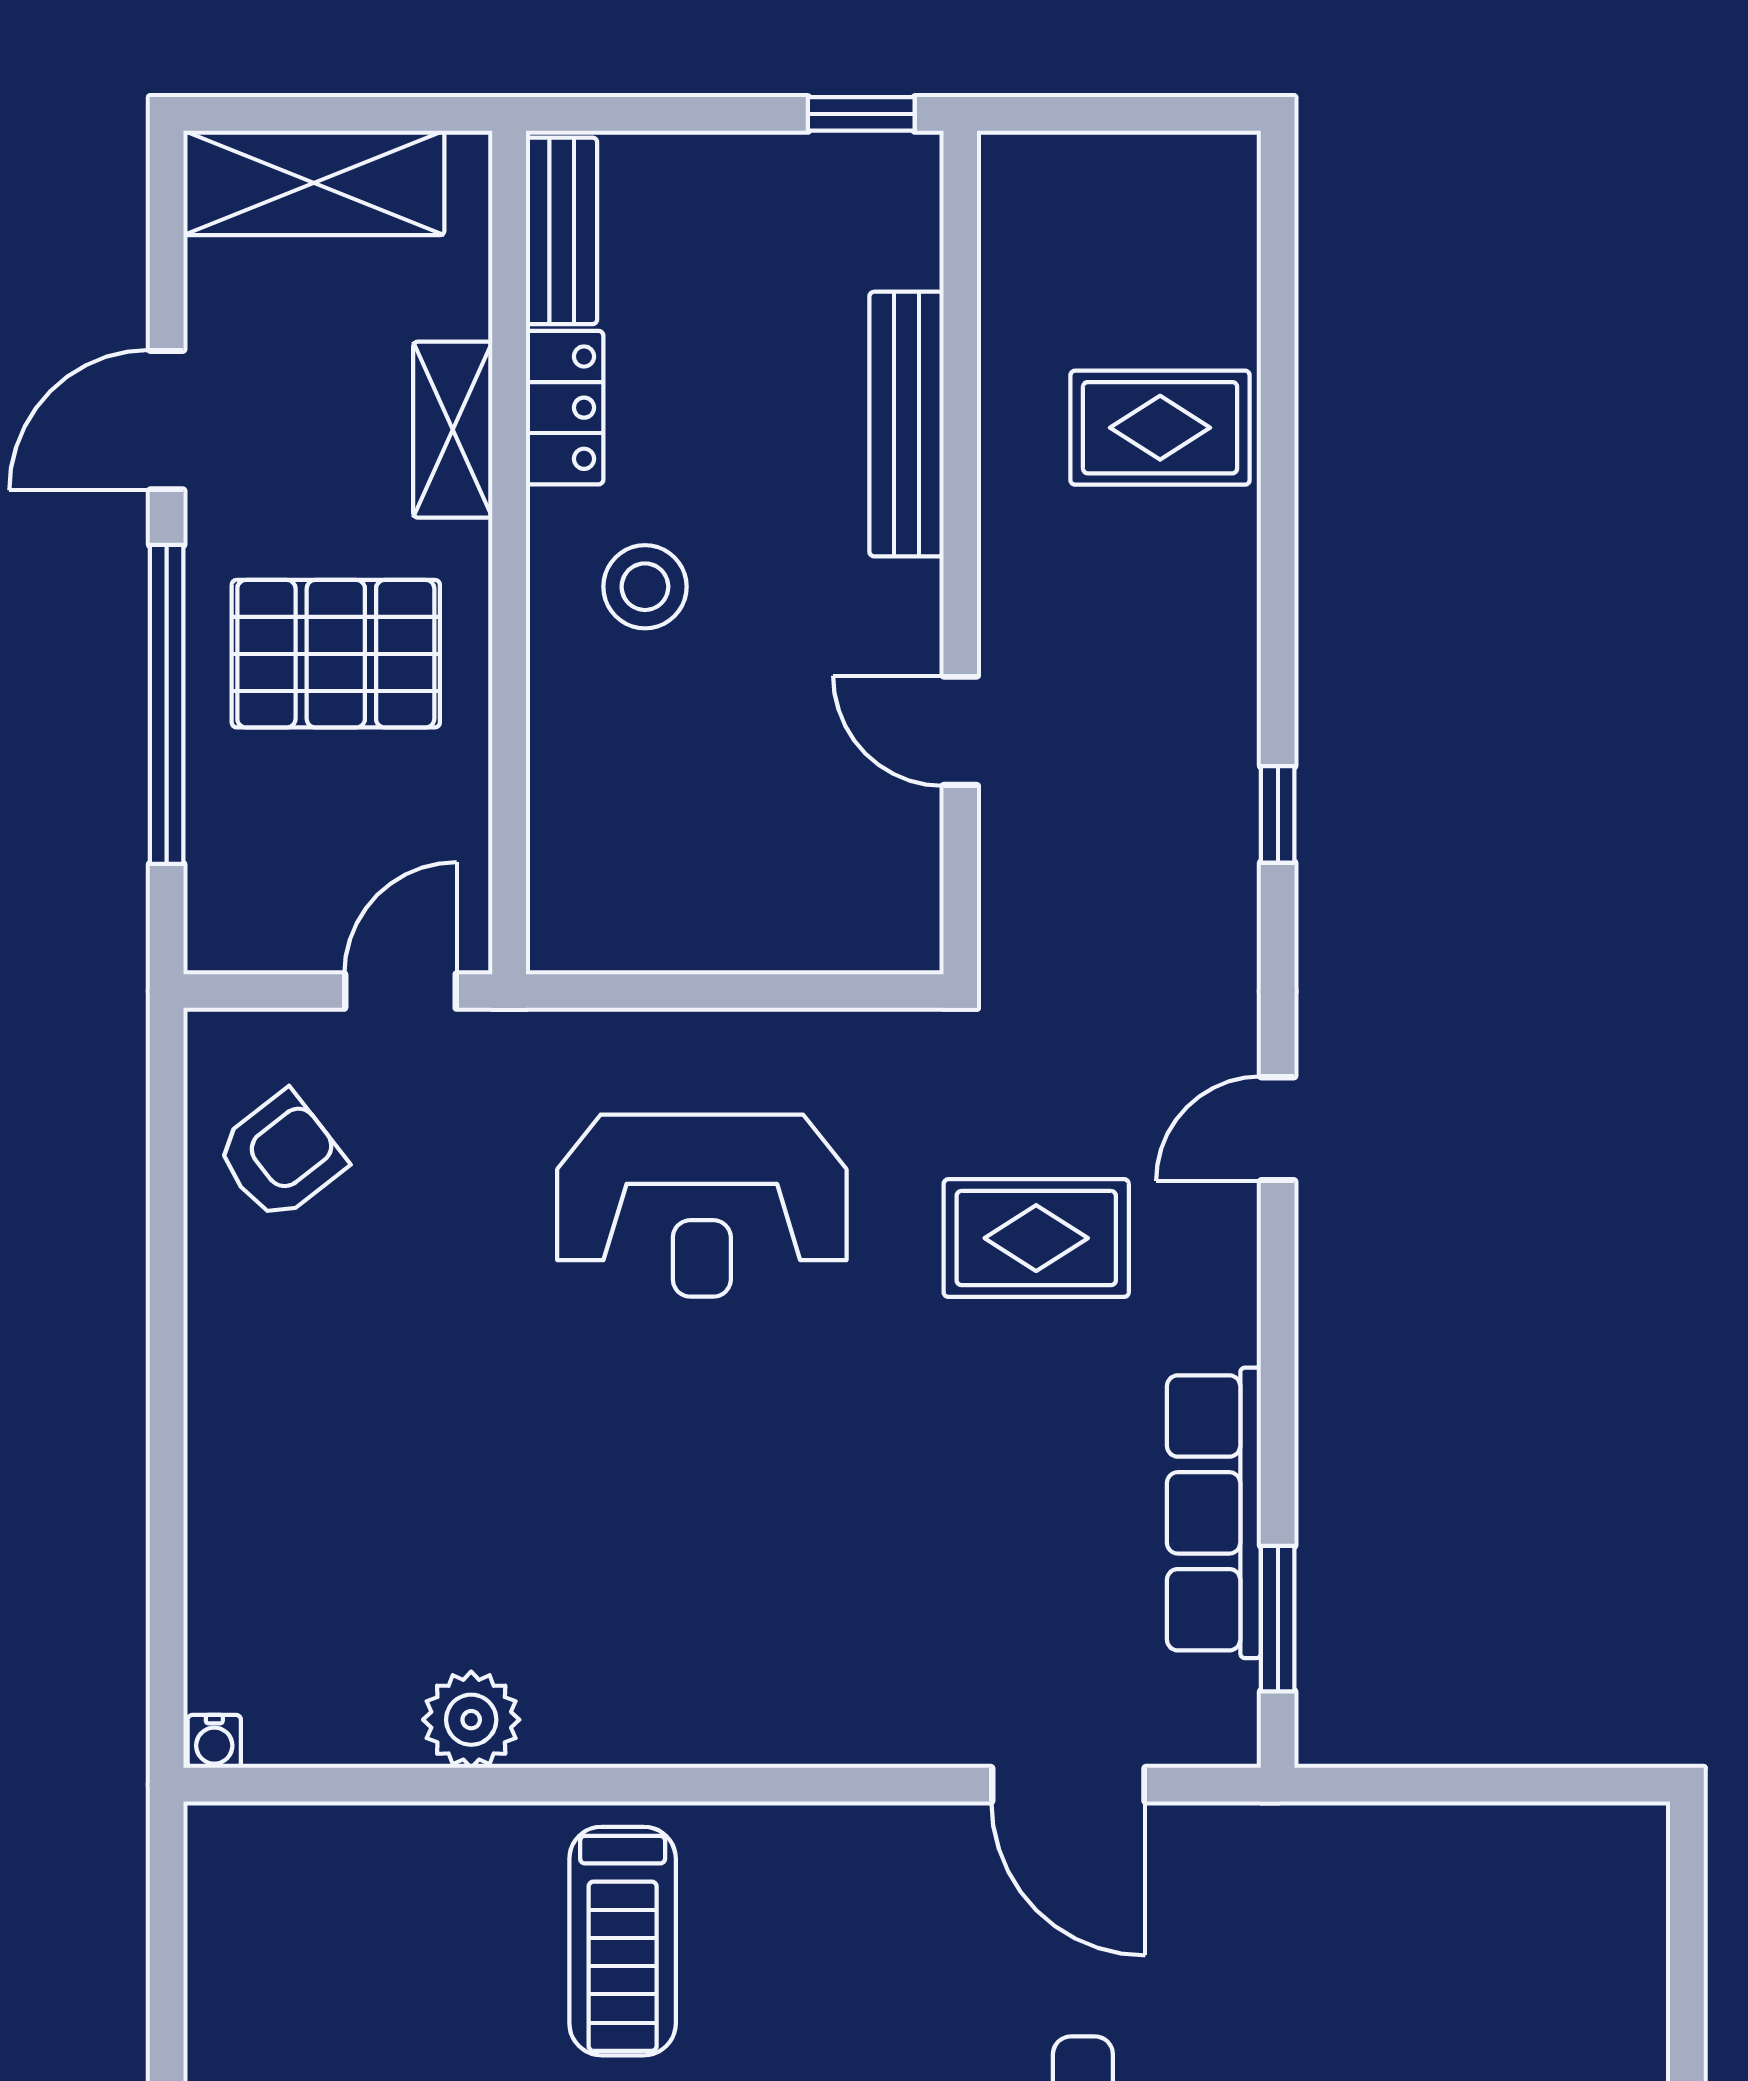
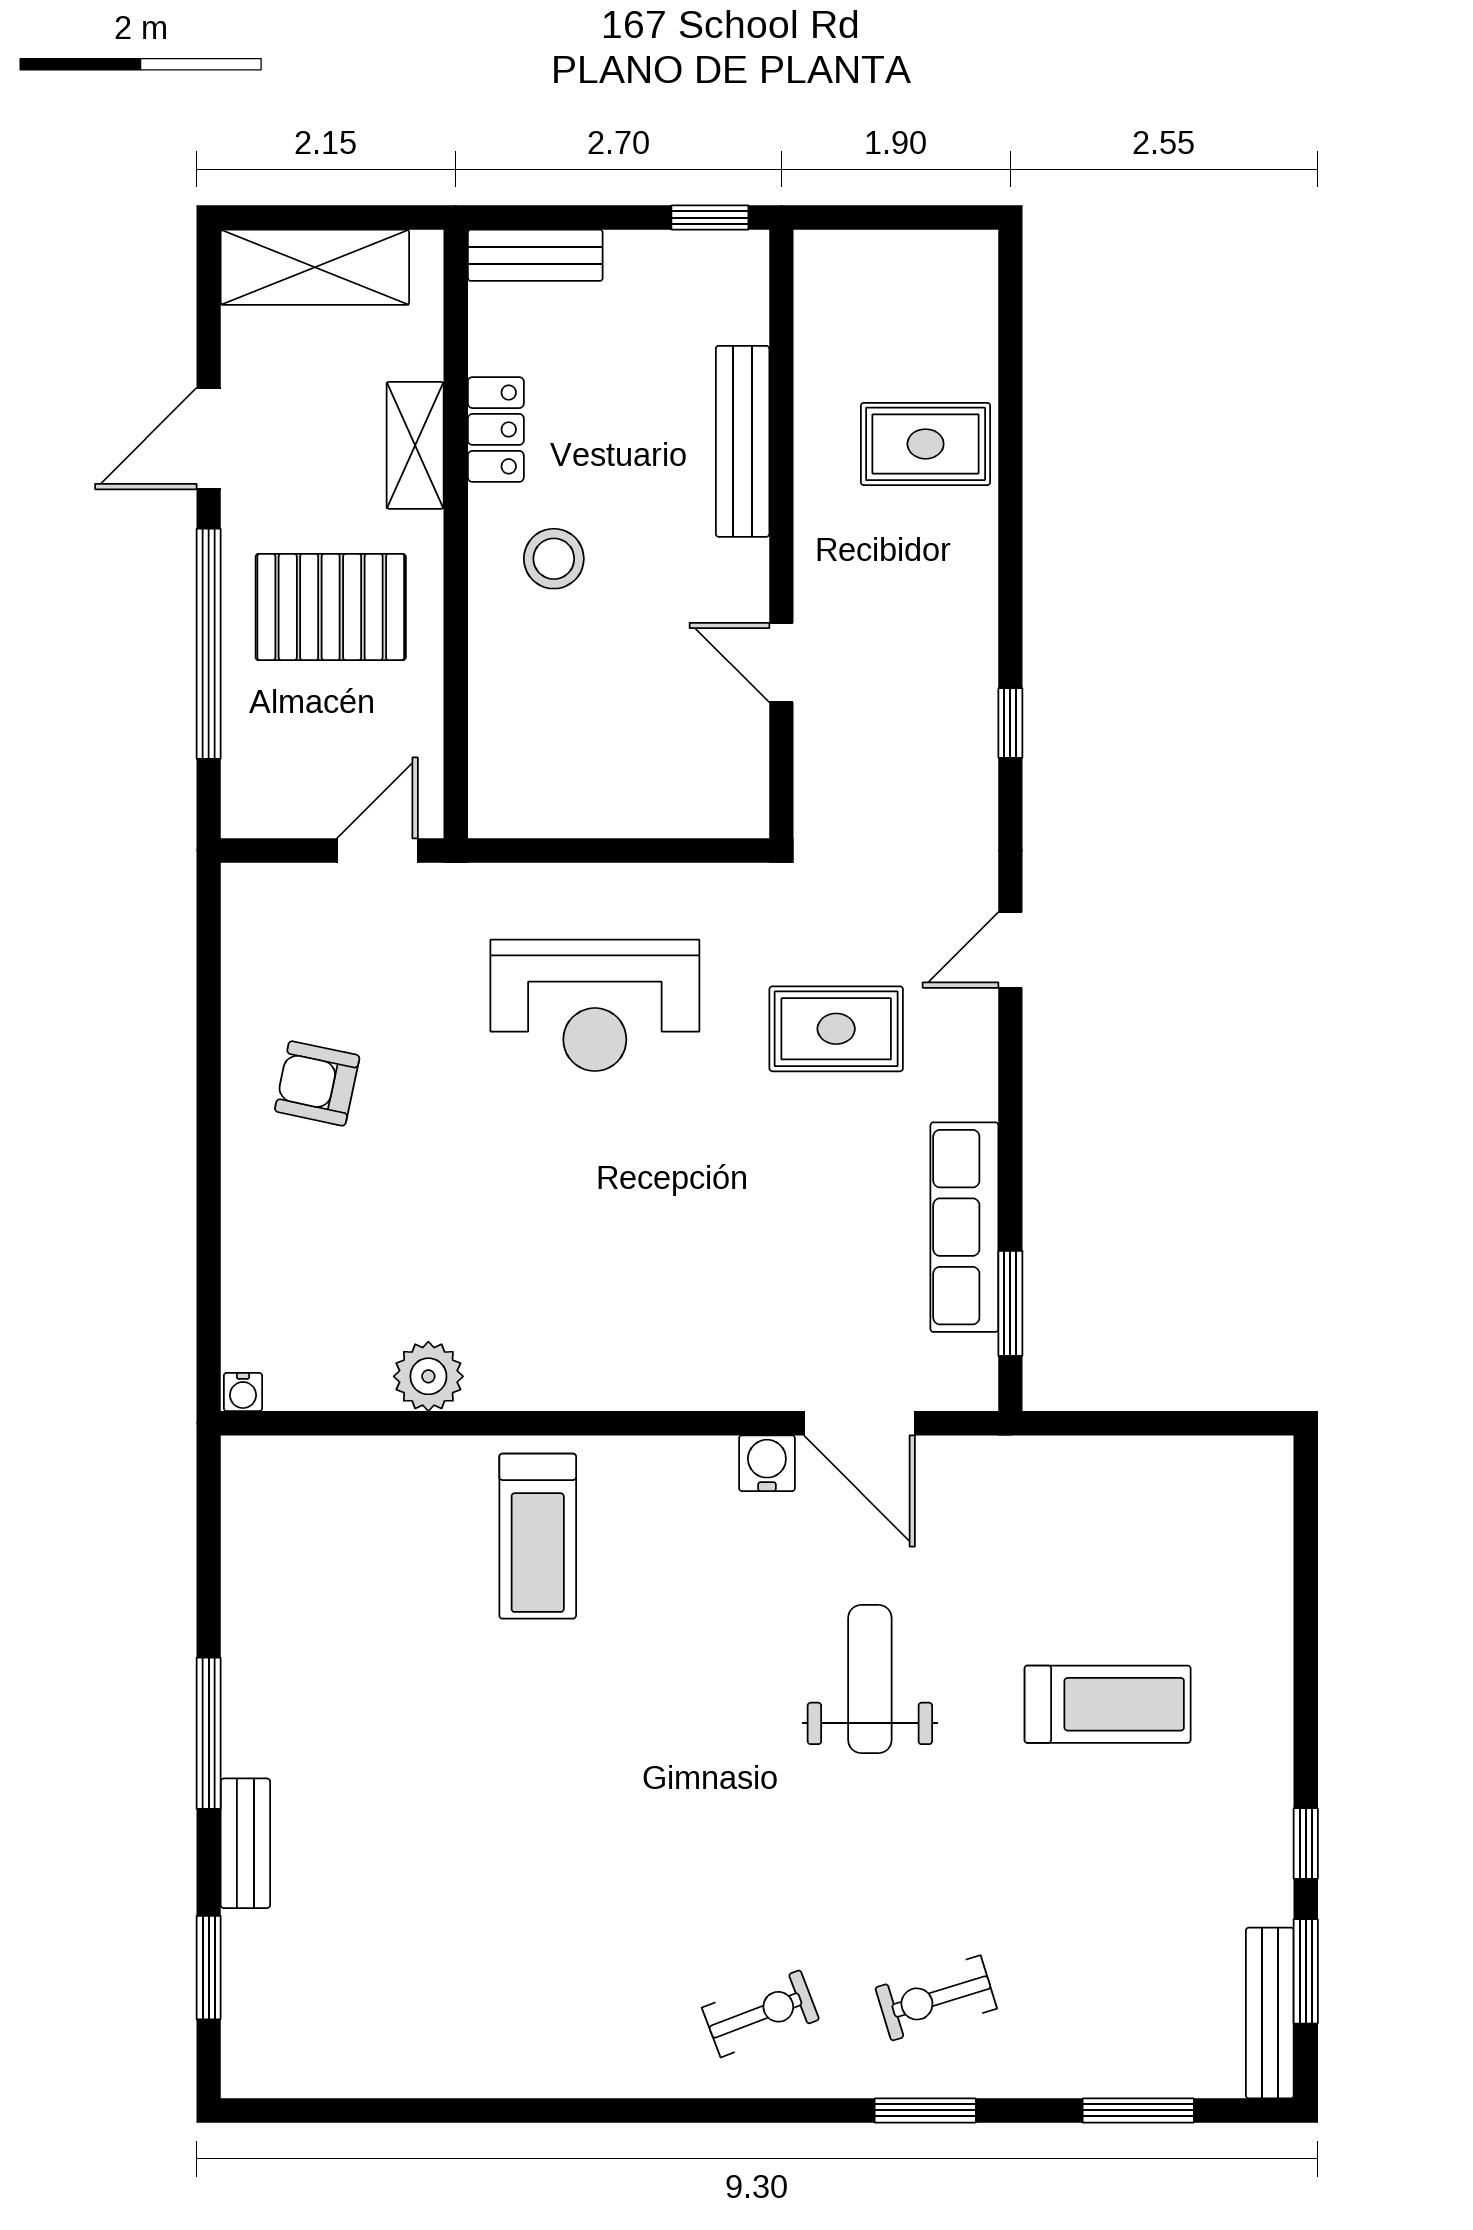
bench: (561, 231) -> (535, 255), moved, turned 90
armchair: (280, 1156) -> (317, 1083), moved, turned -130
water cooler: (940, 1840) -> (767, 1463), added

